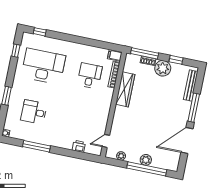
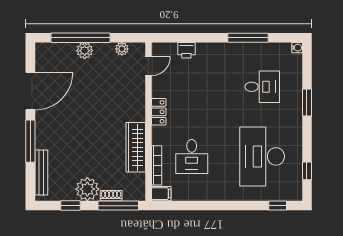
desk: (43, 66) -> (262, 156), turned 90
locker: (105, 110) -> (159, 112), added

